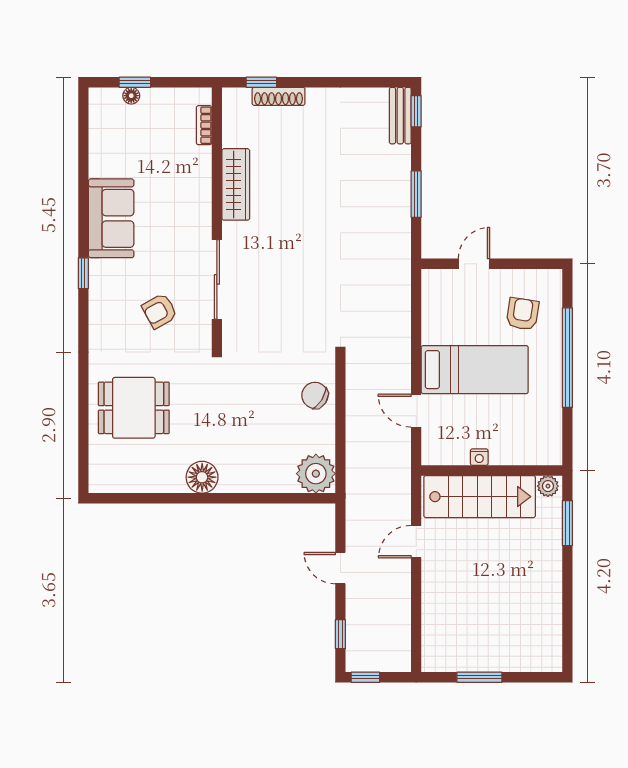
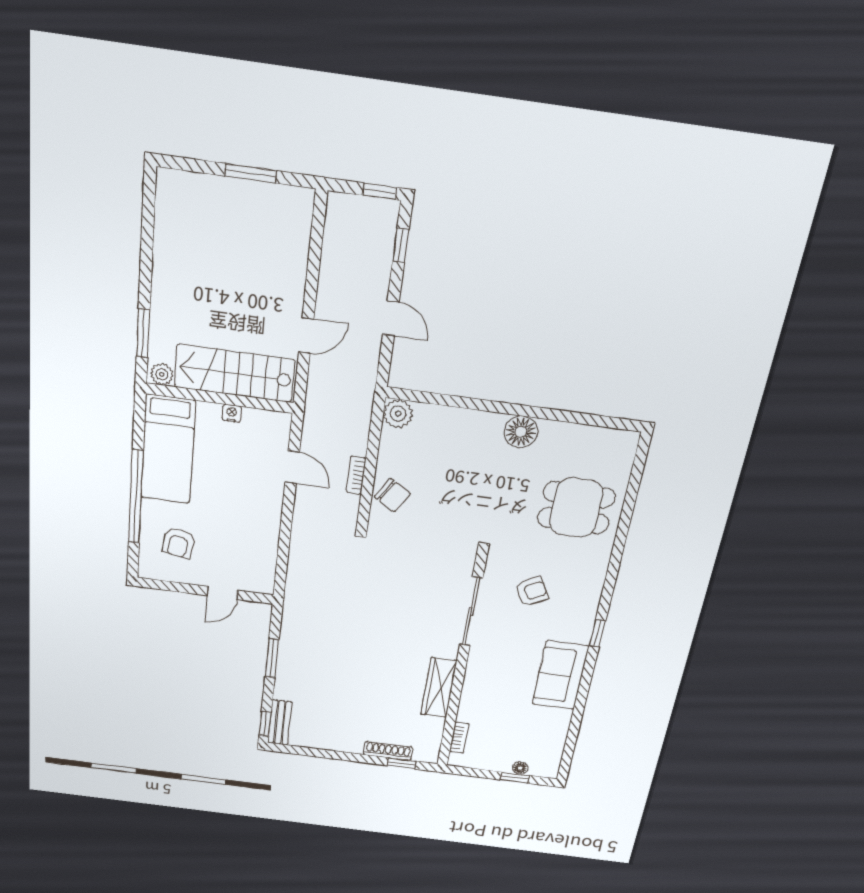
bed: (475, 370) -> (168, 450), moved, turned -90
bookcase: (353, 411) -> (356, 475), added
plant: (316, 474) -> (398, 414), width x0.73, depth x0.73

